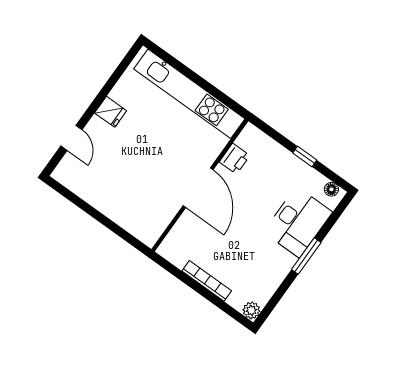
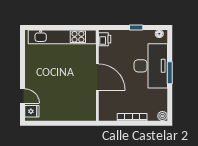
fridge: (111, 112) -> (32, 111), moved
printer: (235, 159) -> (105, 39), moved
desk: (298, 222) -> (151, 66), width x1.36, depth x1.30

